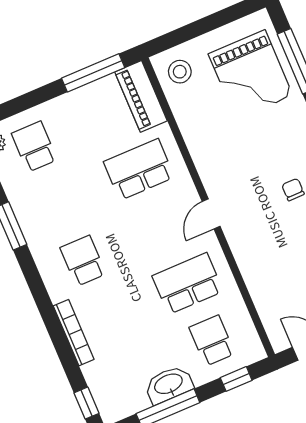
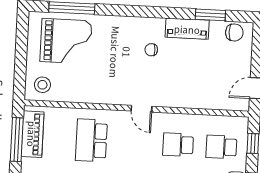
piano: (141, 96) -> (32, 134), moved, turned -90
school desk: (188, 284) -> (178, 145), width x0.54

